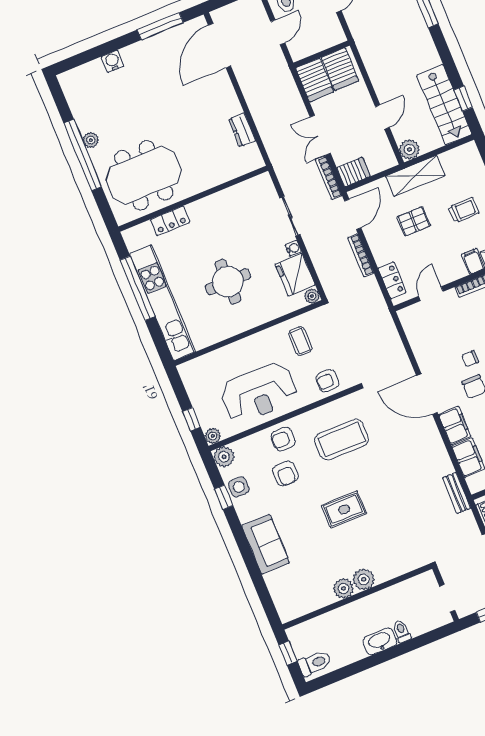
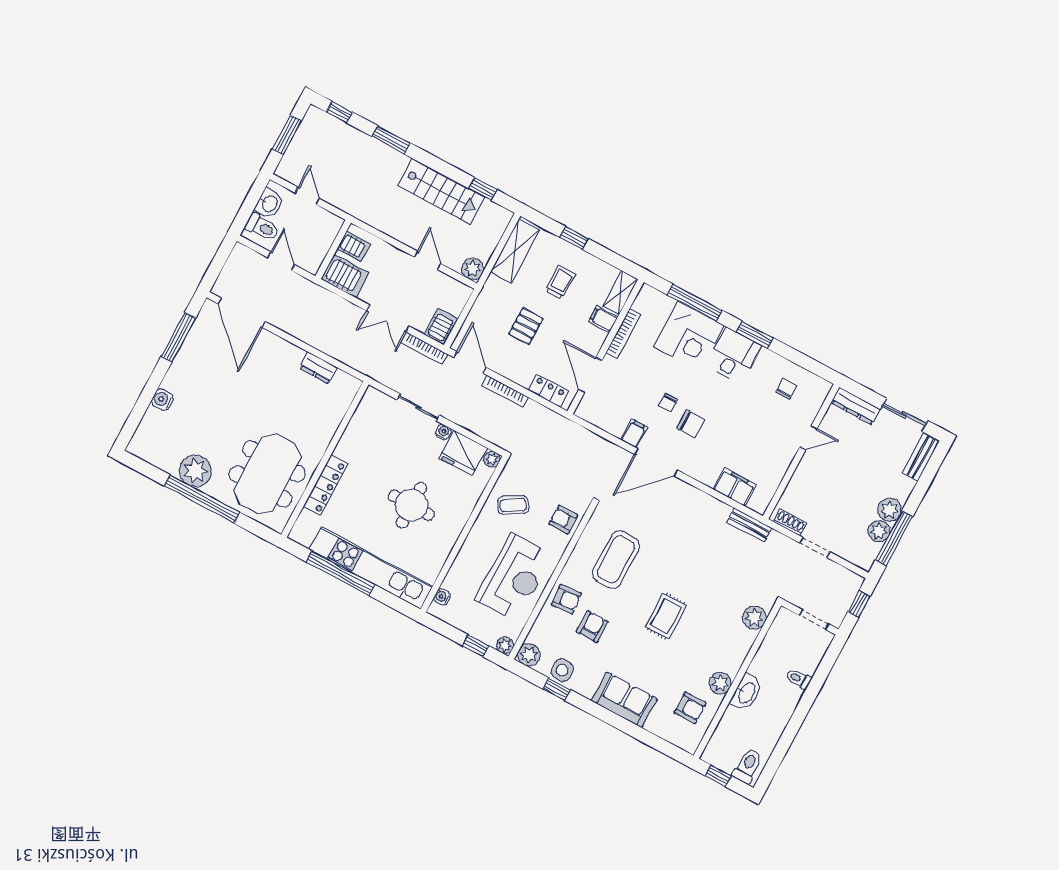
server rack: (340, 69) -> (354, 247), width x0.73, depth x0.70
stairs: (444, 105) -> (441, 191), moved
plant: (91, 140) -> (195, 471), width x1.87, depth x1.87
shelving: (415, 176) -> (515, 251), moved
locker: (170, 221) -> (326, 485), width x1.53
door: (431, 294) -> (590, 375), width x1.38
coffee table: (300, 341) -> (513, 505), turned -30
water cooler: (196, 365) -> (442, 597), added
armchair: (328, 381) -> (563, 520), turned 90
filing cabinet: (455, 425) -> (634, 434), moved, width x0.50
armchair: (283, 439) -> (566, 599), turned -95
armchair: (285, 474) -> (592, 627), turned -90
plant: (364, 579) -> (754, 618), moved
armchair: (308, 589) -> (690, 708), added
washbasin: (380, 641) -> (746, 693), moved, turned 180

